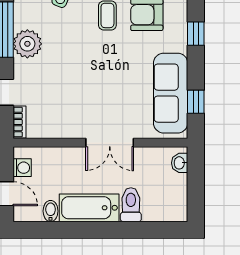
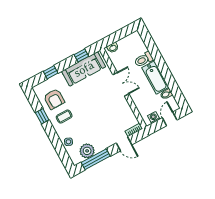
plant: (27, 44) -> (87, 151), moved

